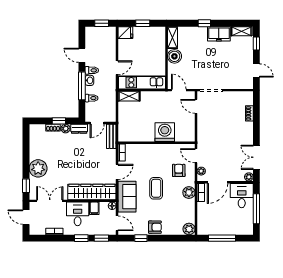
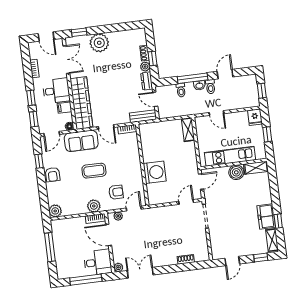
window: (204, 23) -> (278, 221), moved
kitchen unit: (142, 82) -> (230, 156), moved, turned -90
door: (26, 217) -> (46, 36), swing flipped

